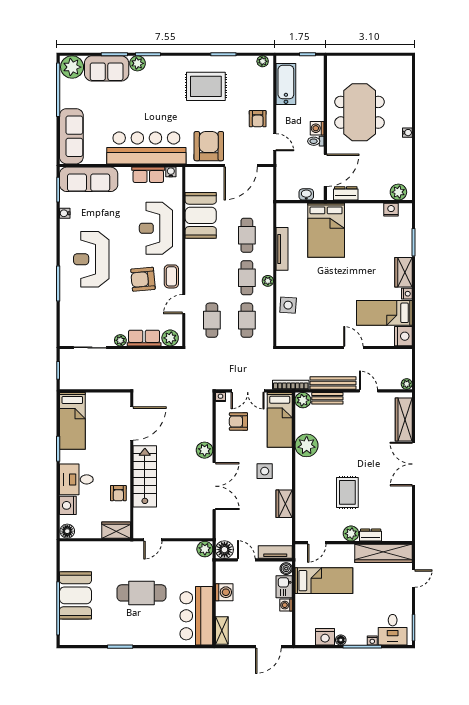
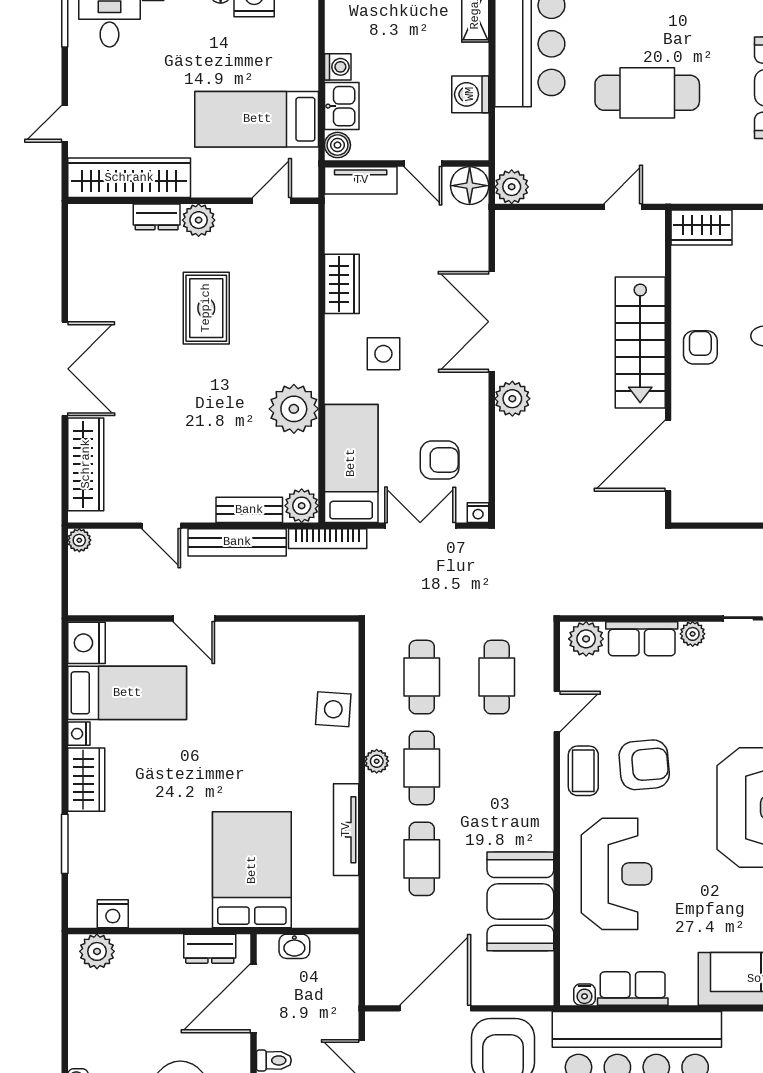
armchair: (118, 493) -> (700, 347), moved

